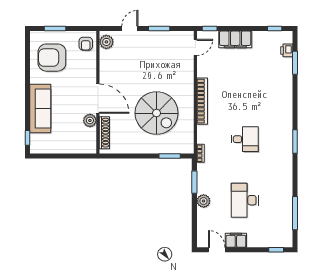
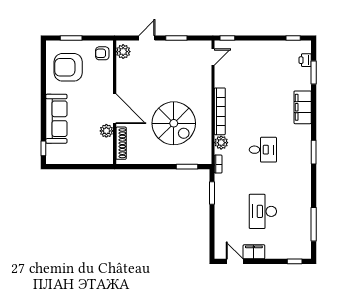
filing cabinet: (235, 39) -> (303, 107), moved, turned 90
armchair: (86, 44) -> (102, 53), turned 90
plant: (204, 201) -> (221, 143), moved

